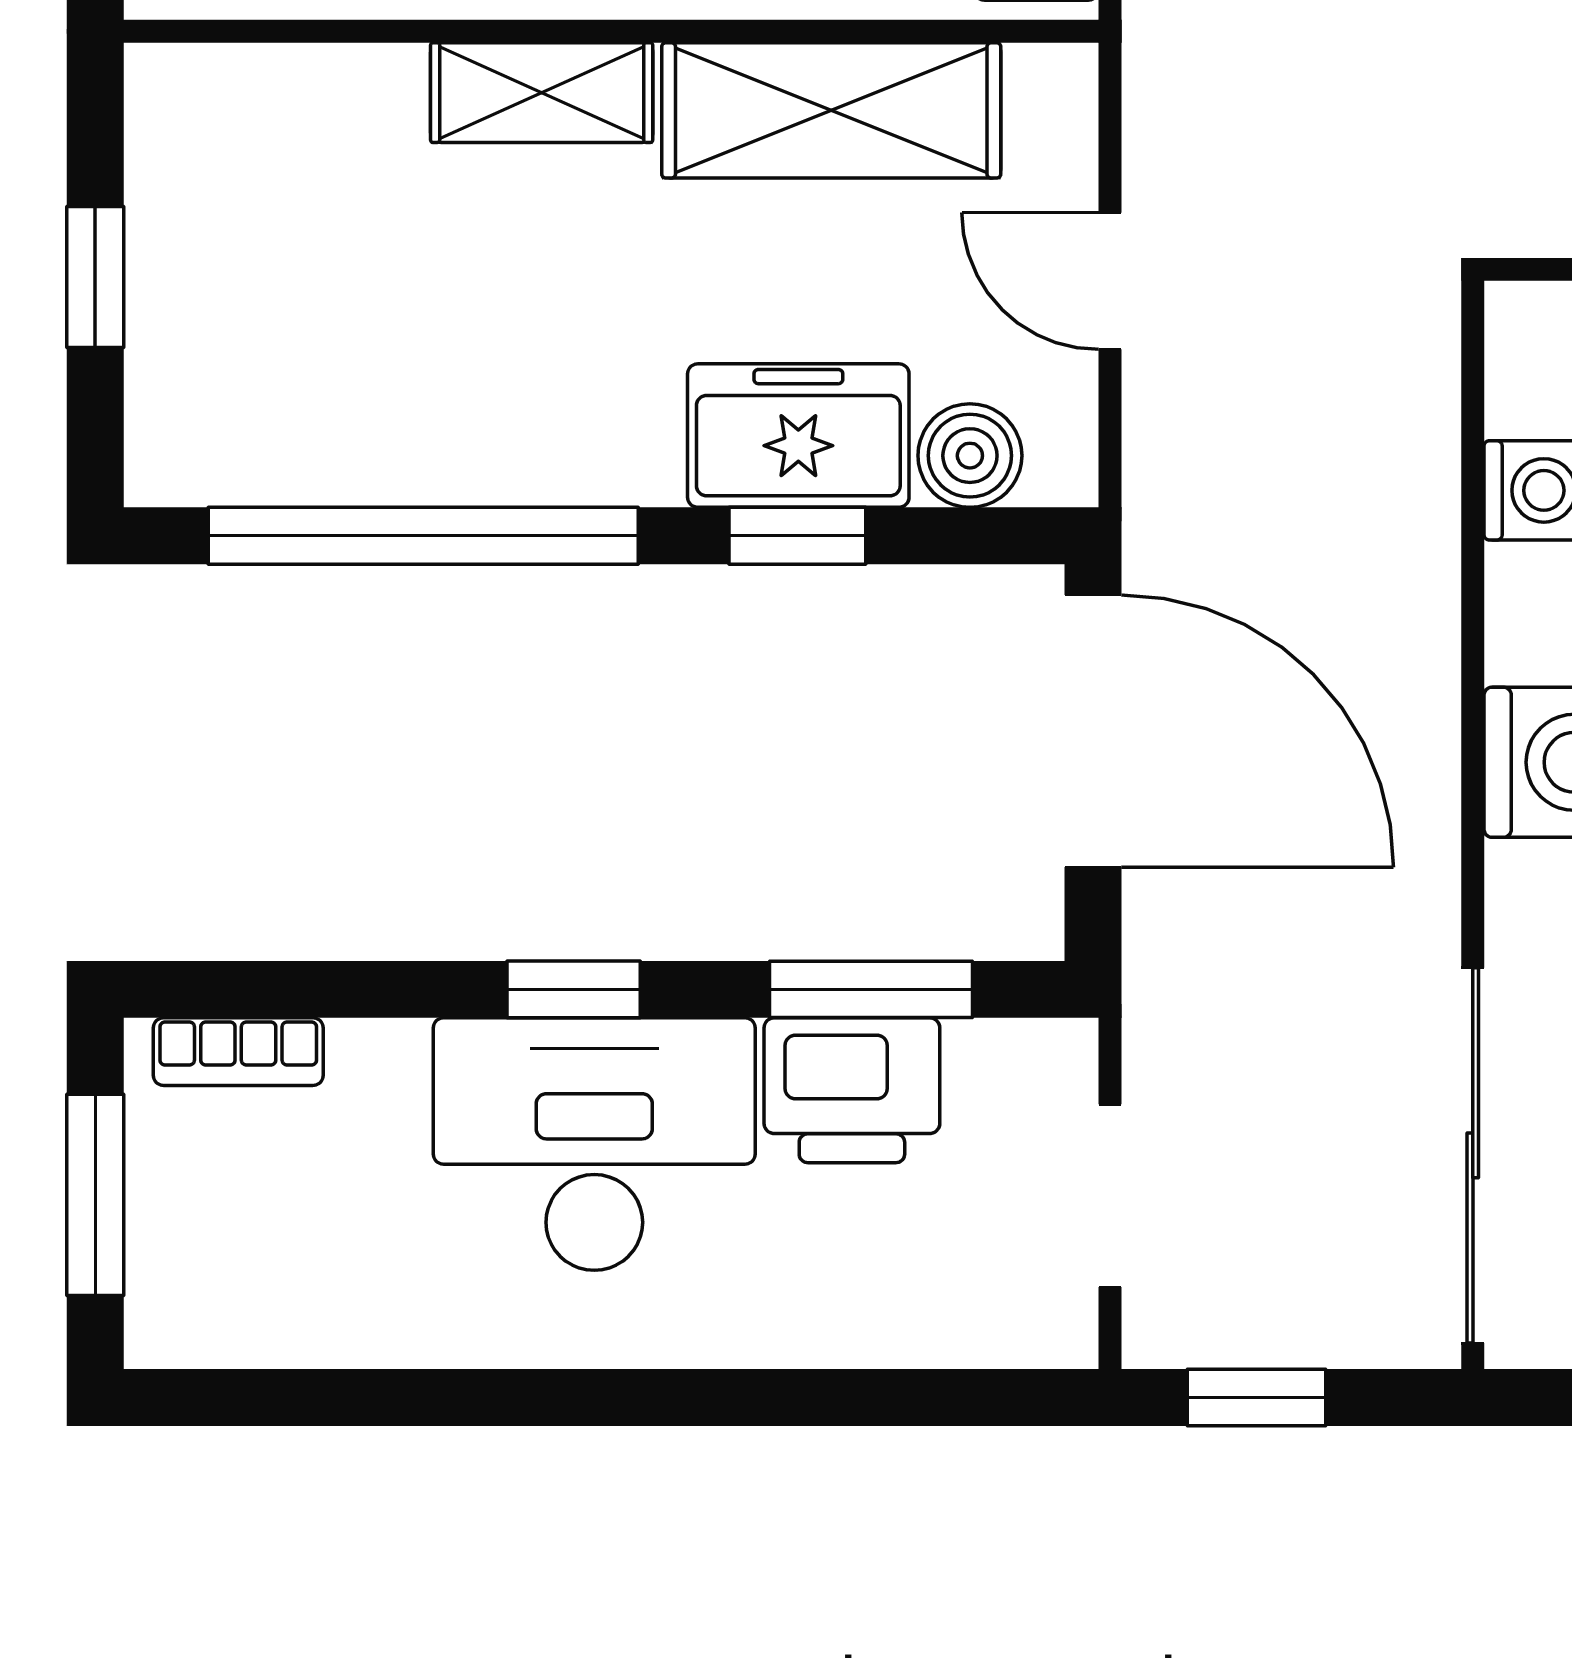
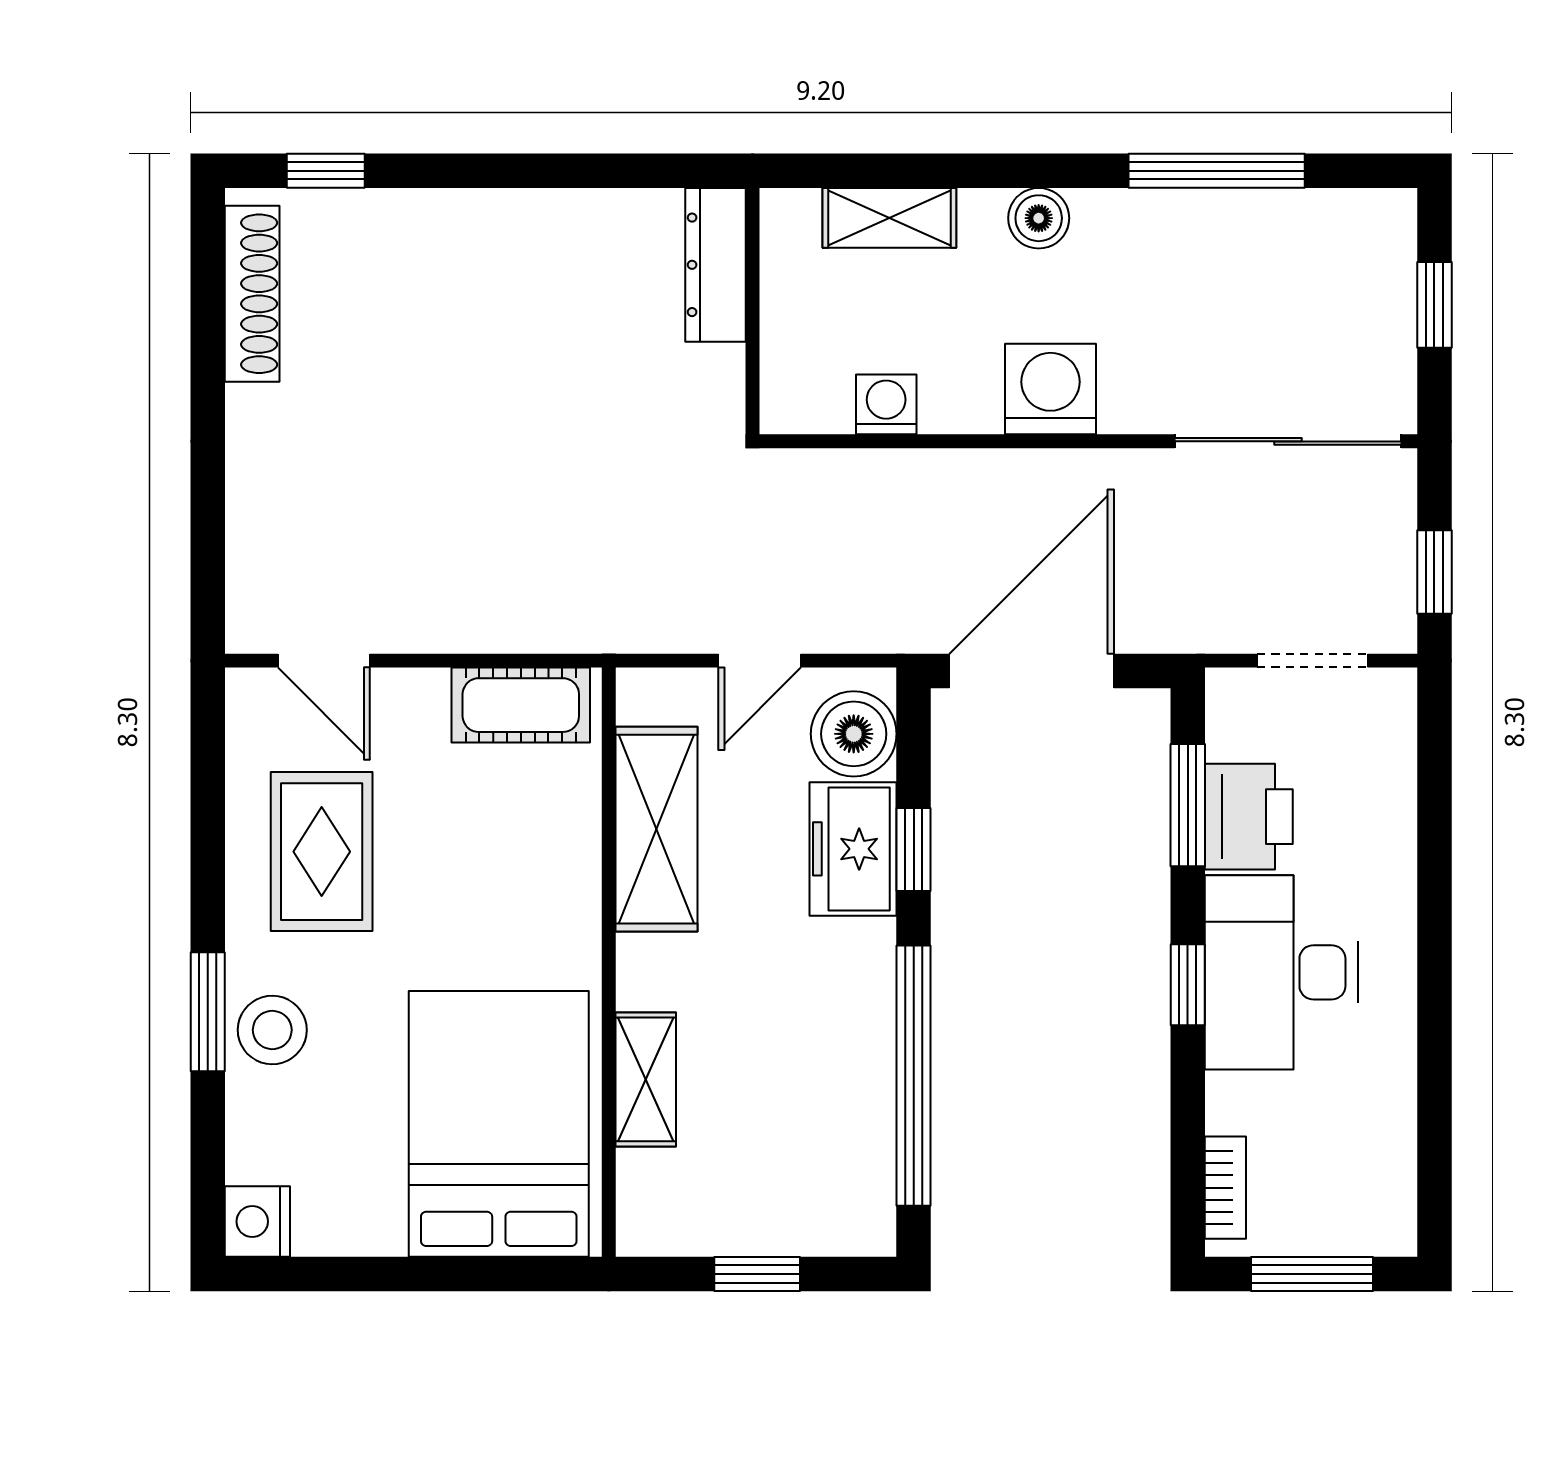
shelving: (542, 93) -> (646, 1079), moved
boiler: (970, 456) -> (854, 734), width x1.36, depth x1.36

